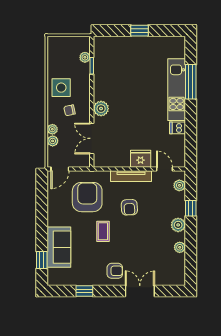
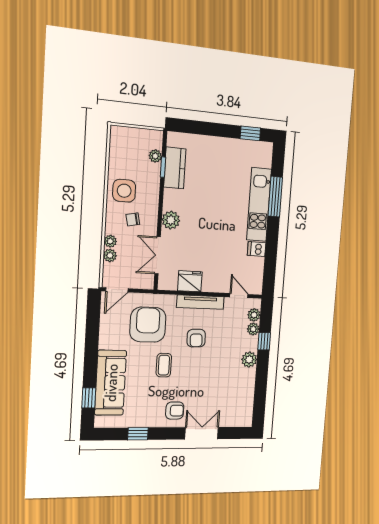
window: (139, 31) -> (250, 133), moved
kitchen counter: (102, 65) -> (175, 168), added
fridge: (141, 159) -> (190, 281), moved
sofa: (59, 247) -> (111, 383), width x1.36
plant: (180, 247) -> (253, 329), moved

